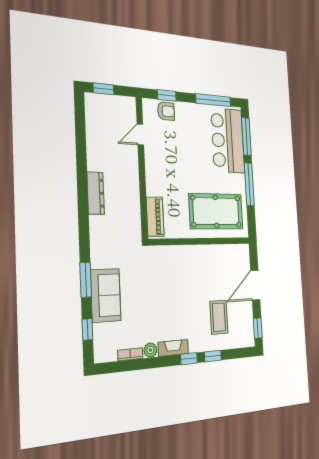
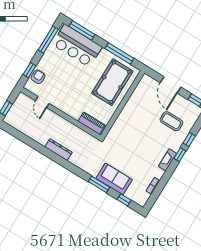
window: (249, 184) -> (119, 53), moved
plant: (150, 350) -> (159, 173), removed

